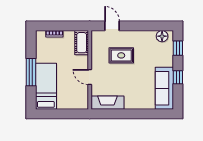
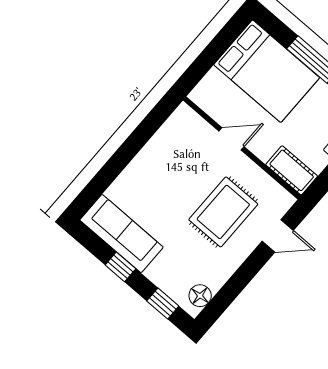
rug: (121, 55) -> (223, 212), width x1.36, depth x1.43
bed: (46, 86) -> (267, 71), width x1.50
fireplace: (107, 103) -> (172, 133), removed

